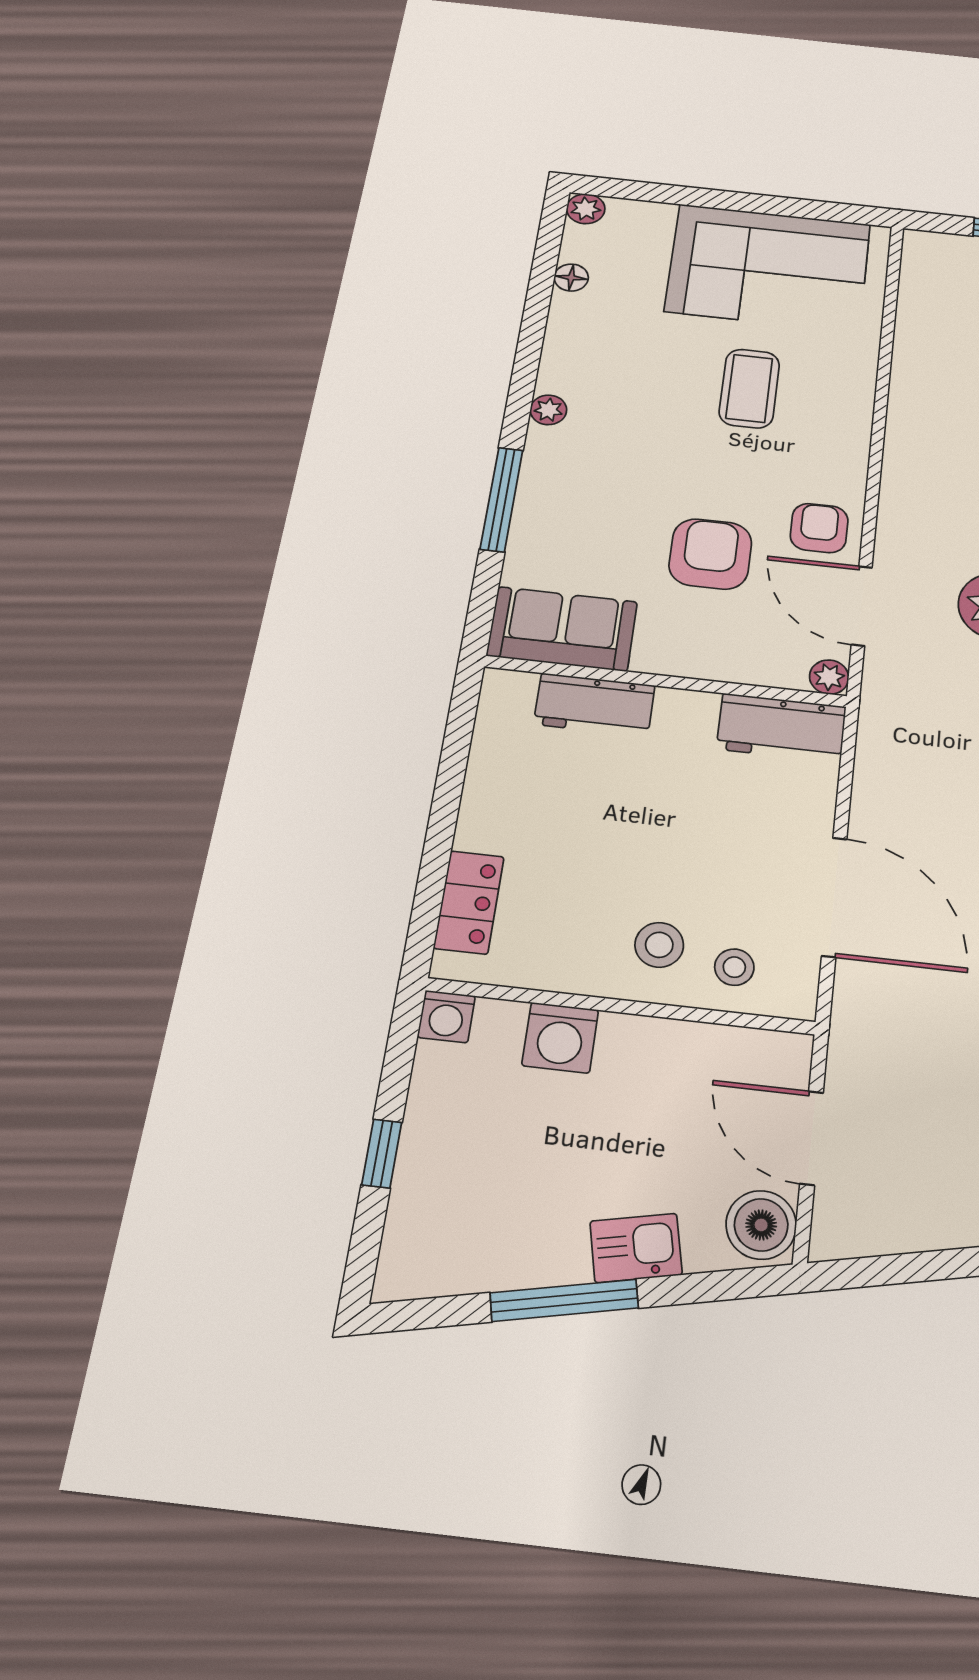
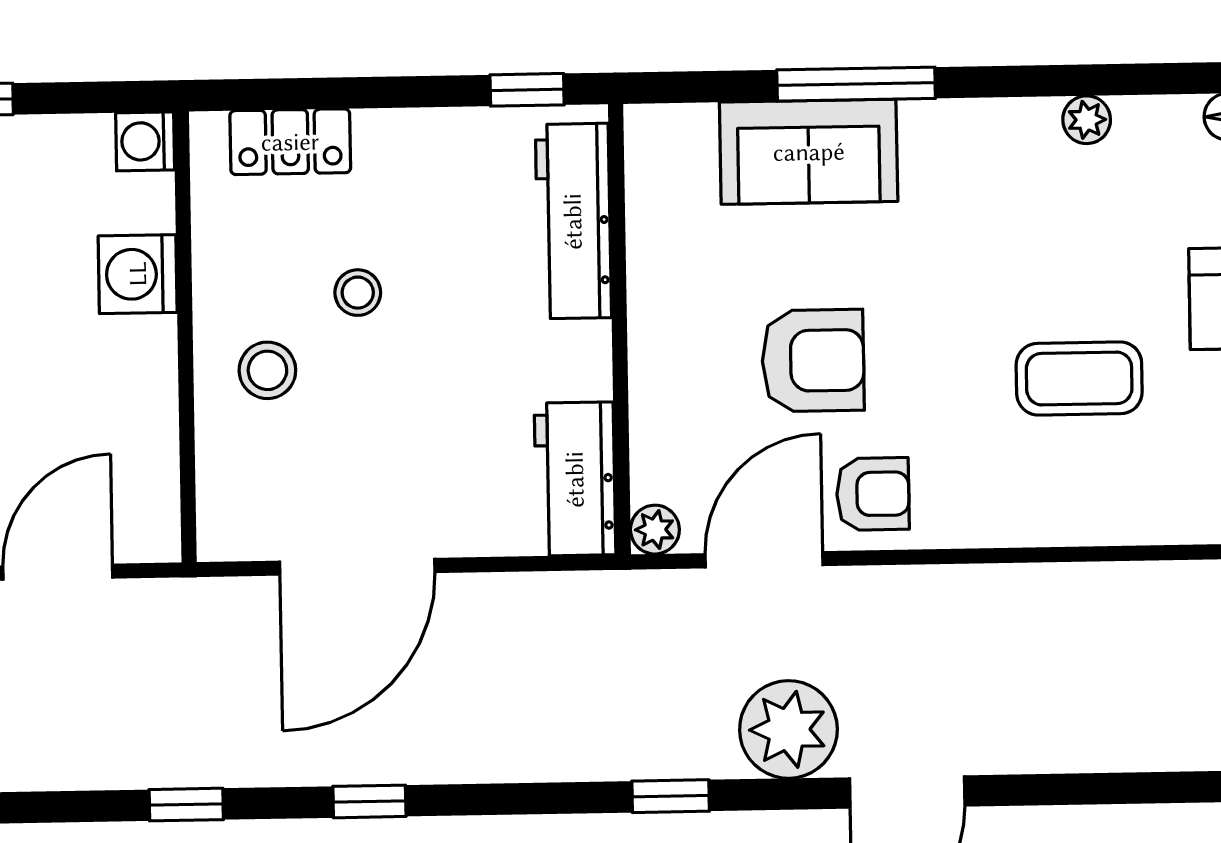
plant: (548, 410) -> (1087, 120), moved
sofa: (562, 629) -> (809, 152), moved, turned 90
workbench: (594, 705) -> (573, 221), width x1.38
window: (461, 722) -> (527, 90), added
stool: (734, 967) -> (358, 293), moved

